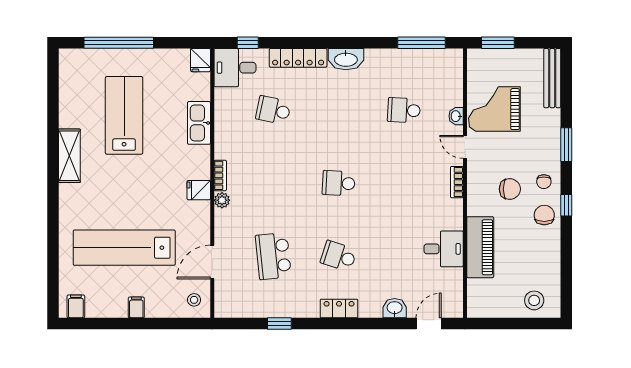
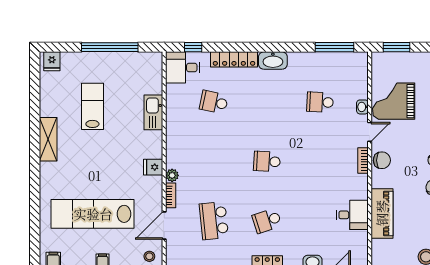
window: (119, 43) -> (110, 47), moved
fridge: (200, 60) -> (52, 61), moved
lab bench: (124, 115) -> (92, 106), width x0.73, depth x0.72
door: (465, 147) -> (370, 132), swing flipped
bookcase: (220, 175) -> (171, 195), moved
chair: (510, 189) -> (382, 160), moved
school desk: (339, 256) -> (267, 221), turned -36

